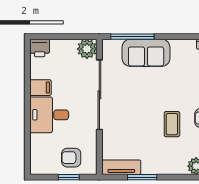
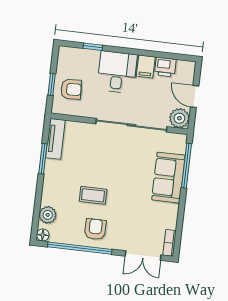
door: (64, 37) -> (195, 96), added
printer: (40, 48) -> (165, 67), moved, turned -90
window: (27, 141) -> (93, 47), added
armchair: (71, 158) -> (71, 89), turned 87

